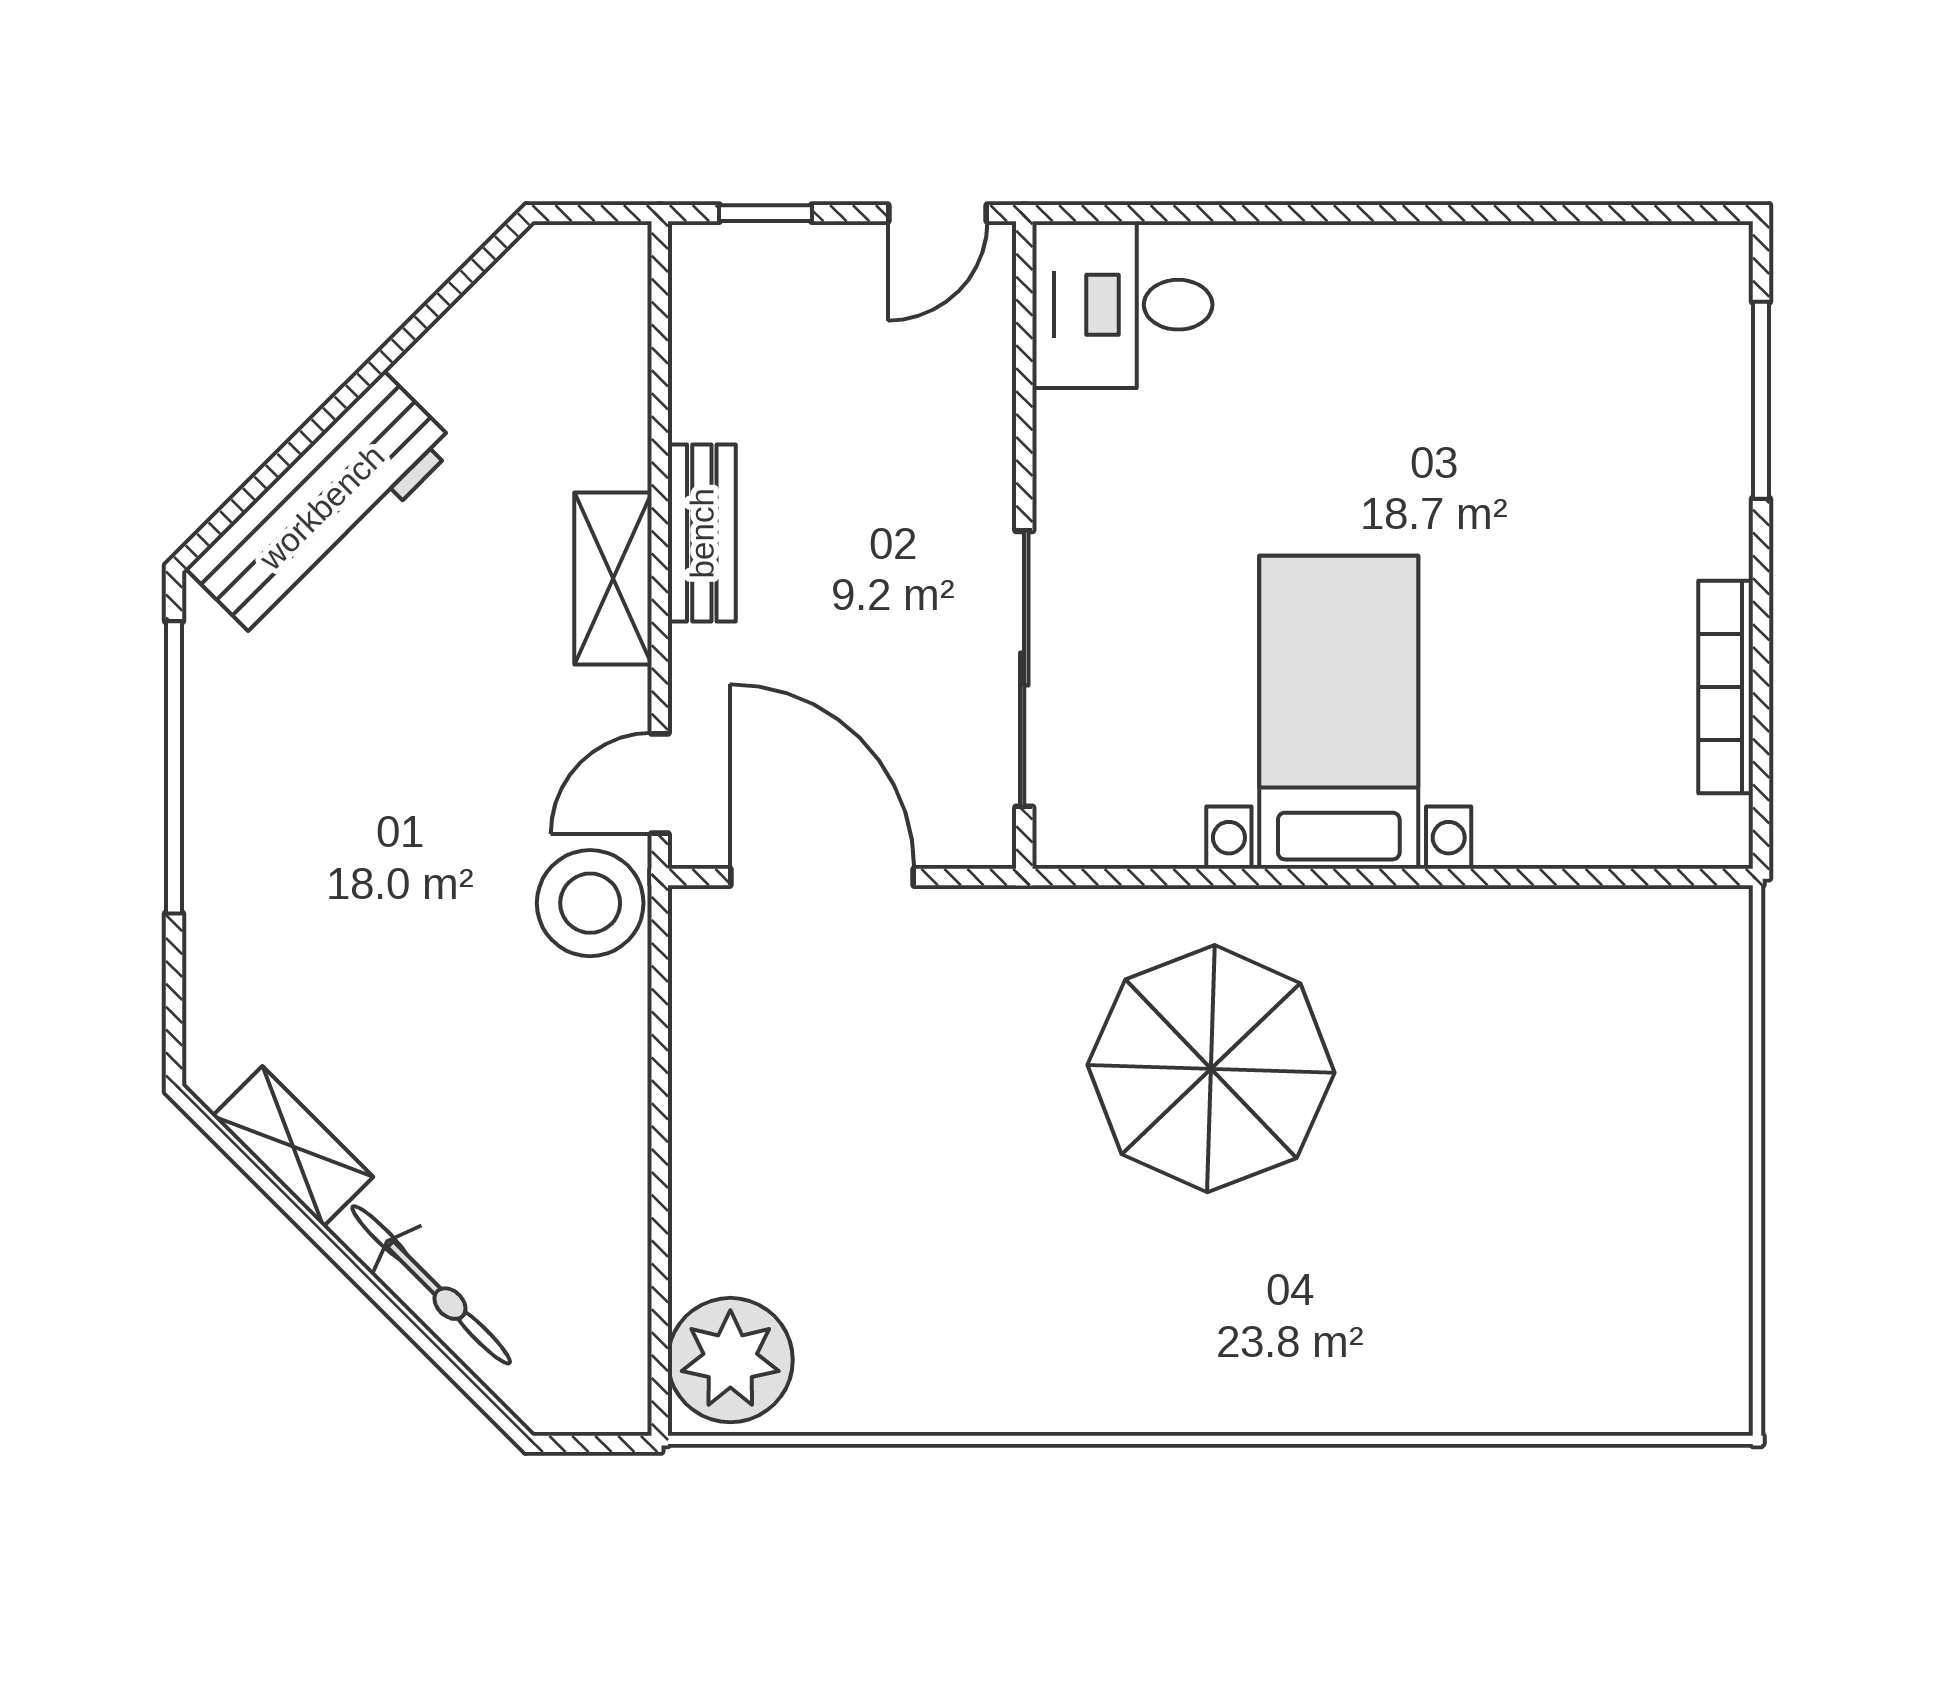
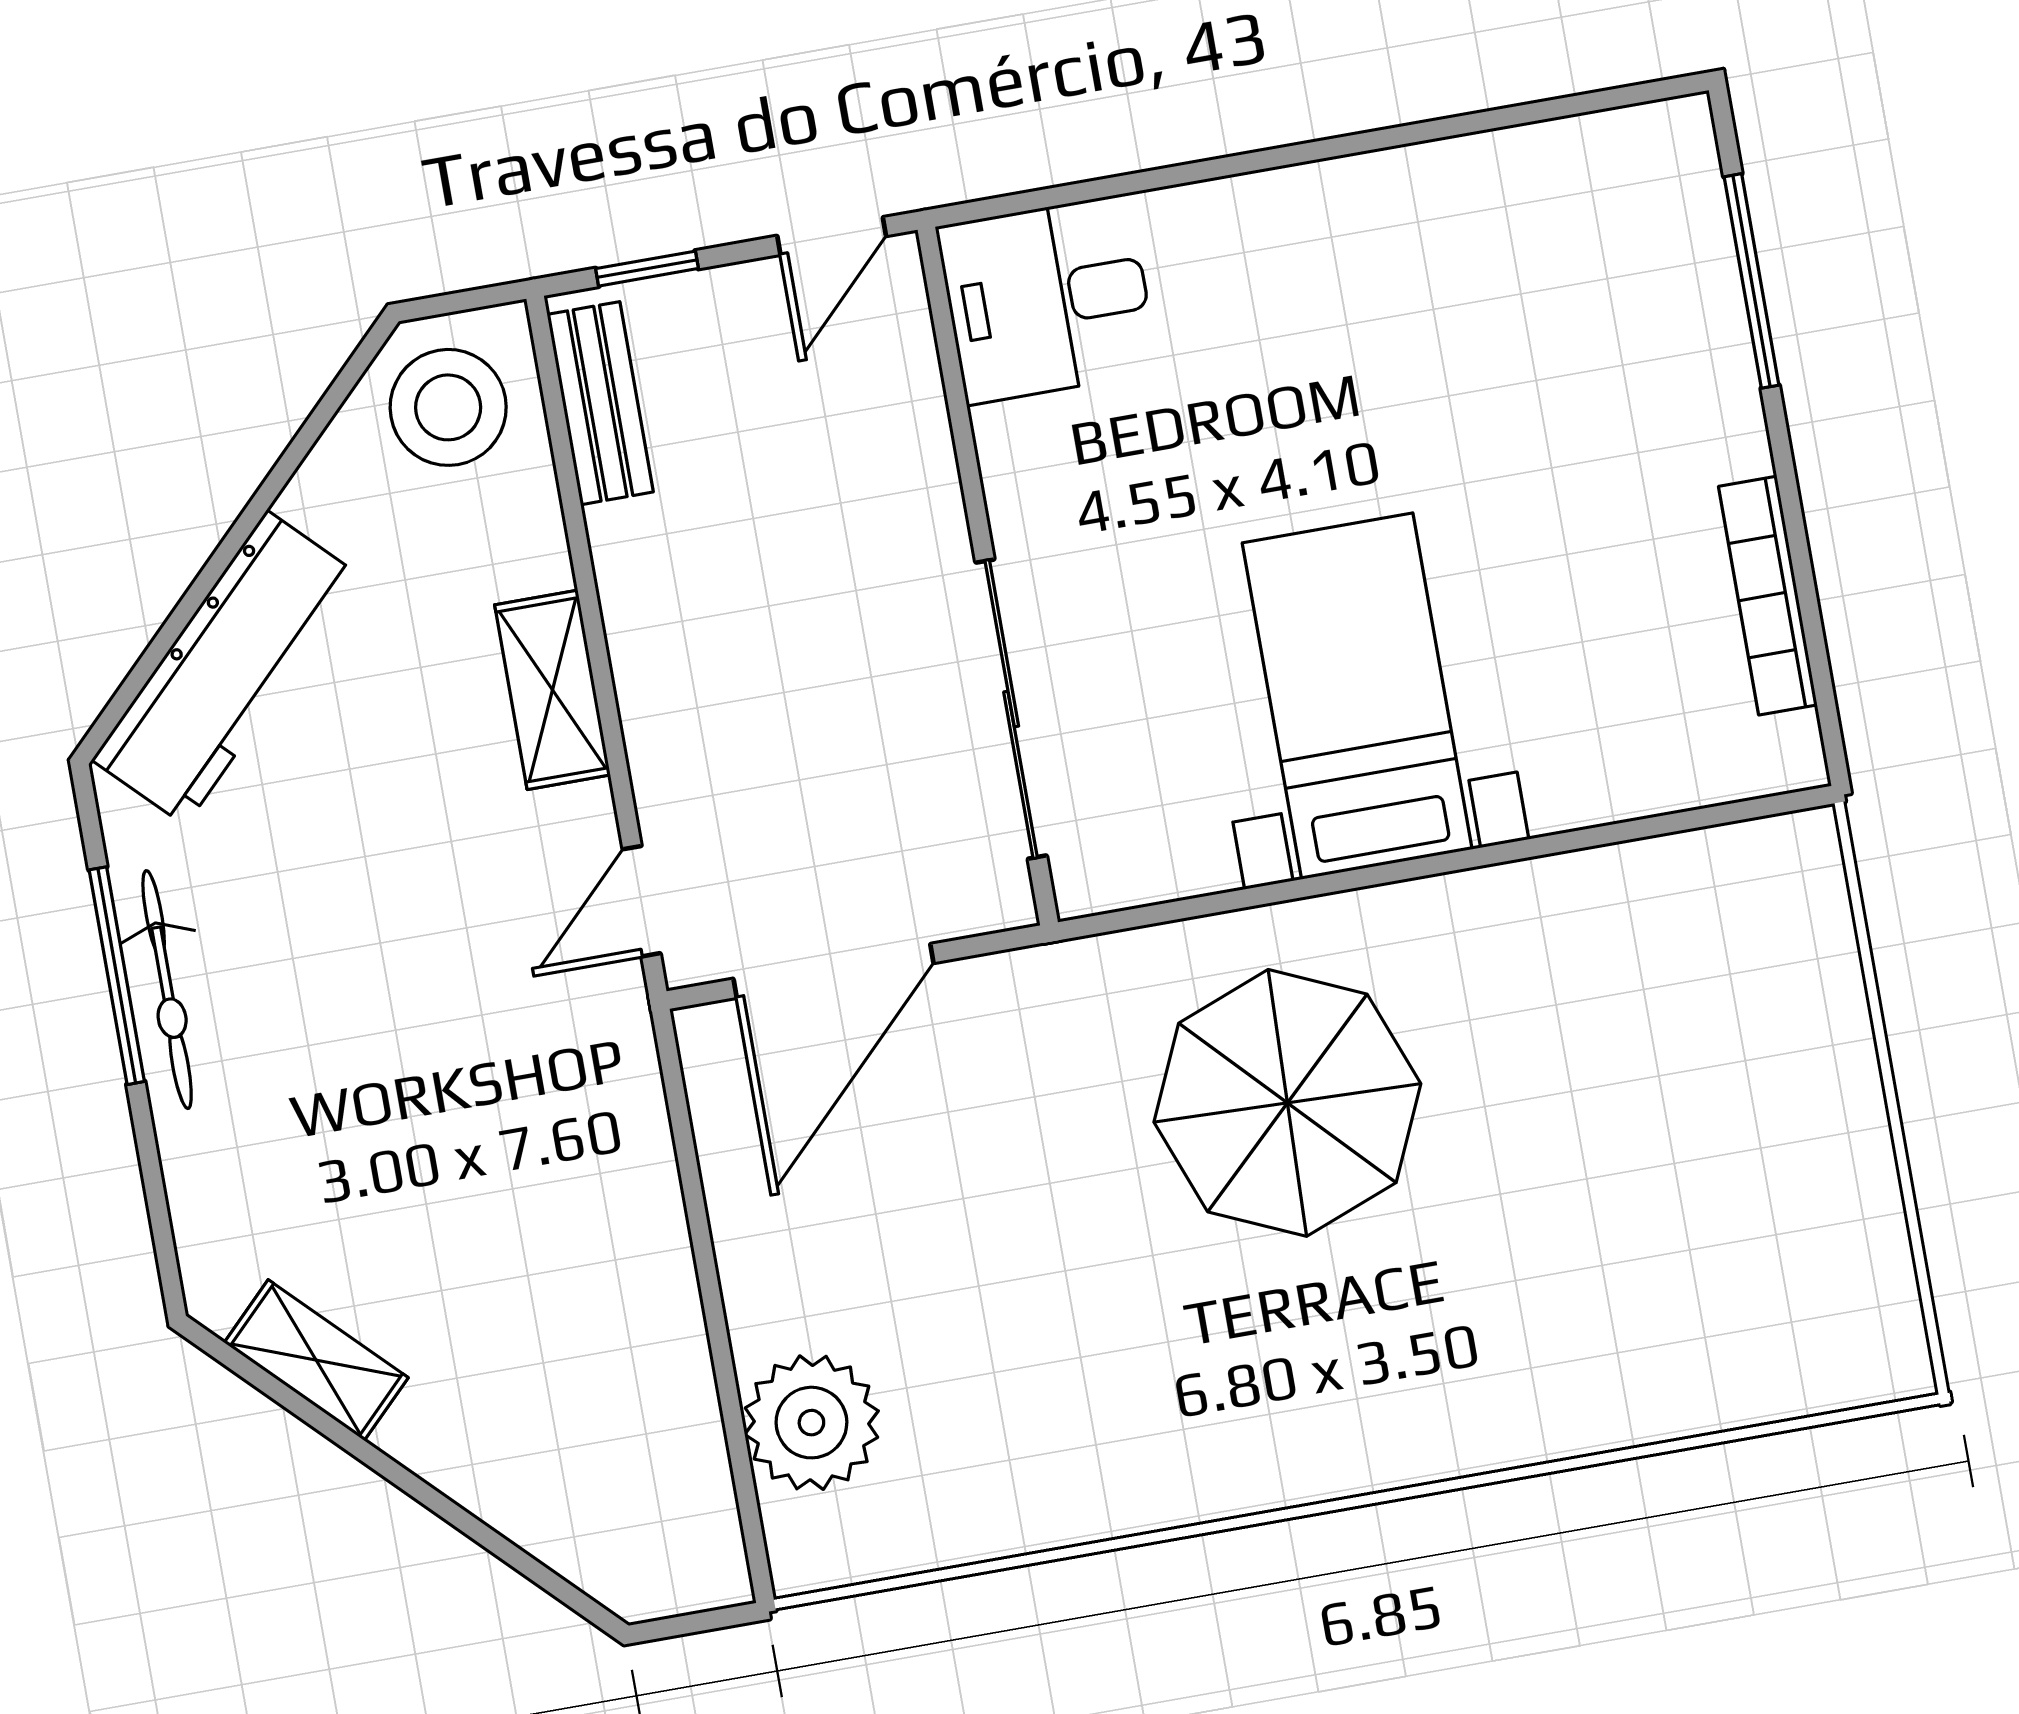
bench: (702, 533) -> (600, 403), moved
window: (174, 767) -> (117, 976), width x0.68
door: (822, 877) -> (833, 971), swing flipped
stool: (590, 903) -> (448, 407), moved
bicycle: (431, 1285) -> (167, 990), moved, turned 45
plant: (730, 1360) -> (811, 1423), moved

